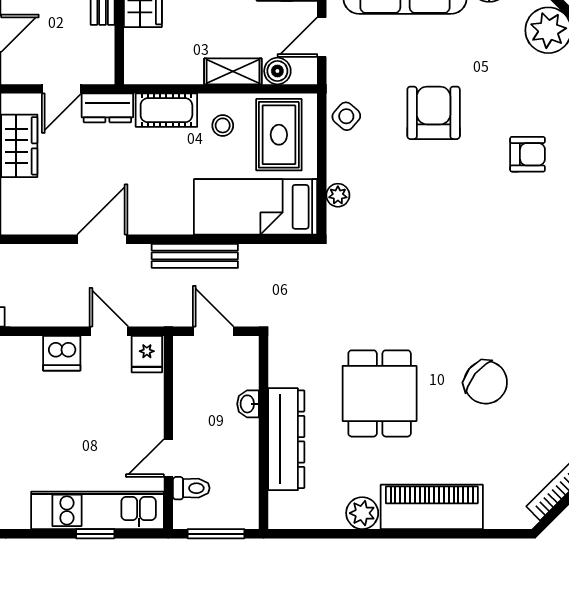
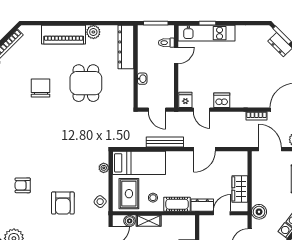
chair: (486, 382) -> (41, 88), turned 51
dresser: (286, 439) -> (126, 47), moved

